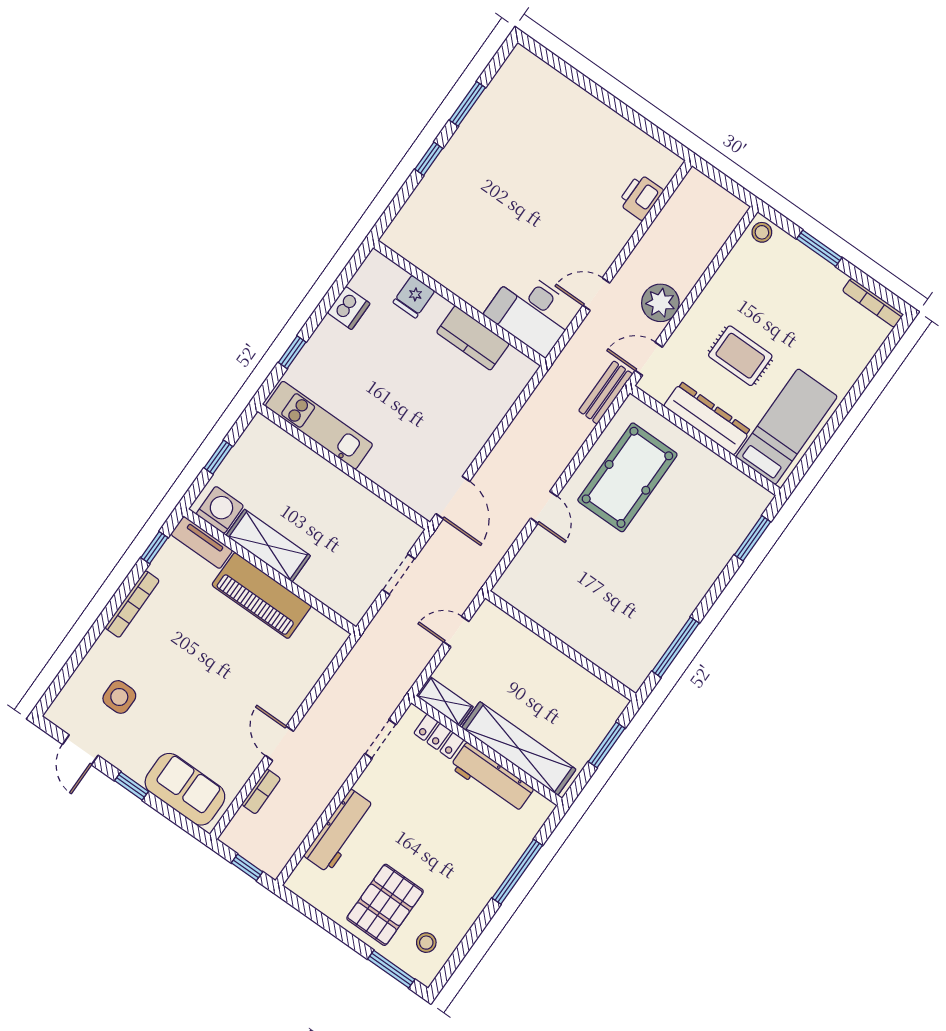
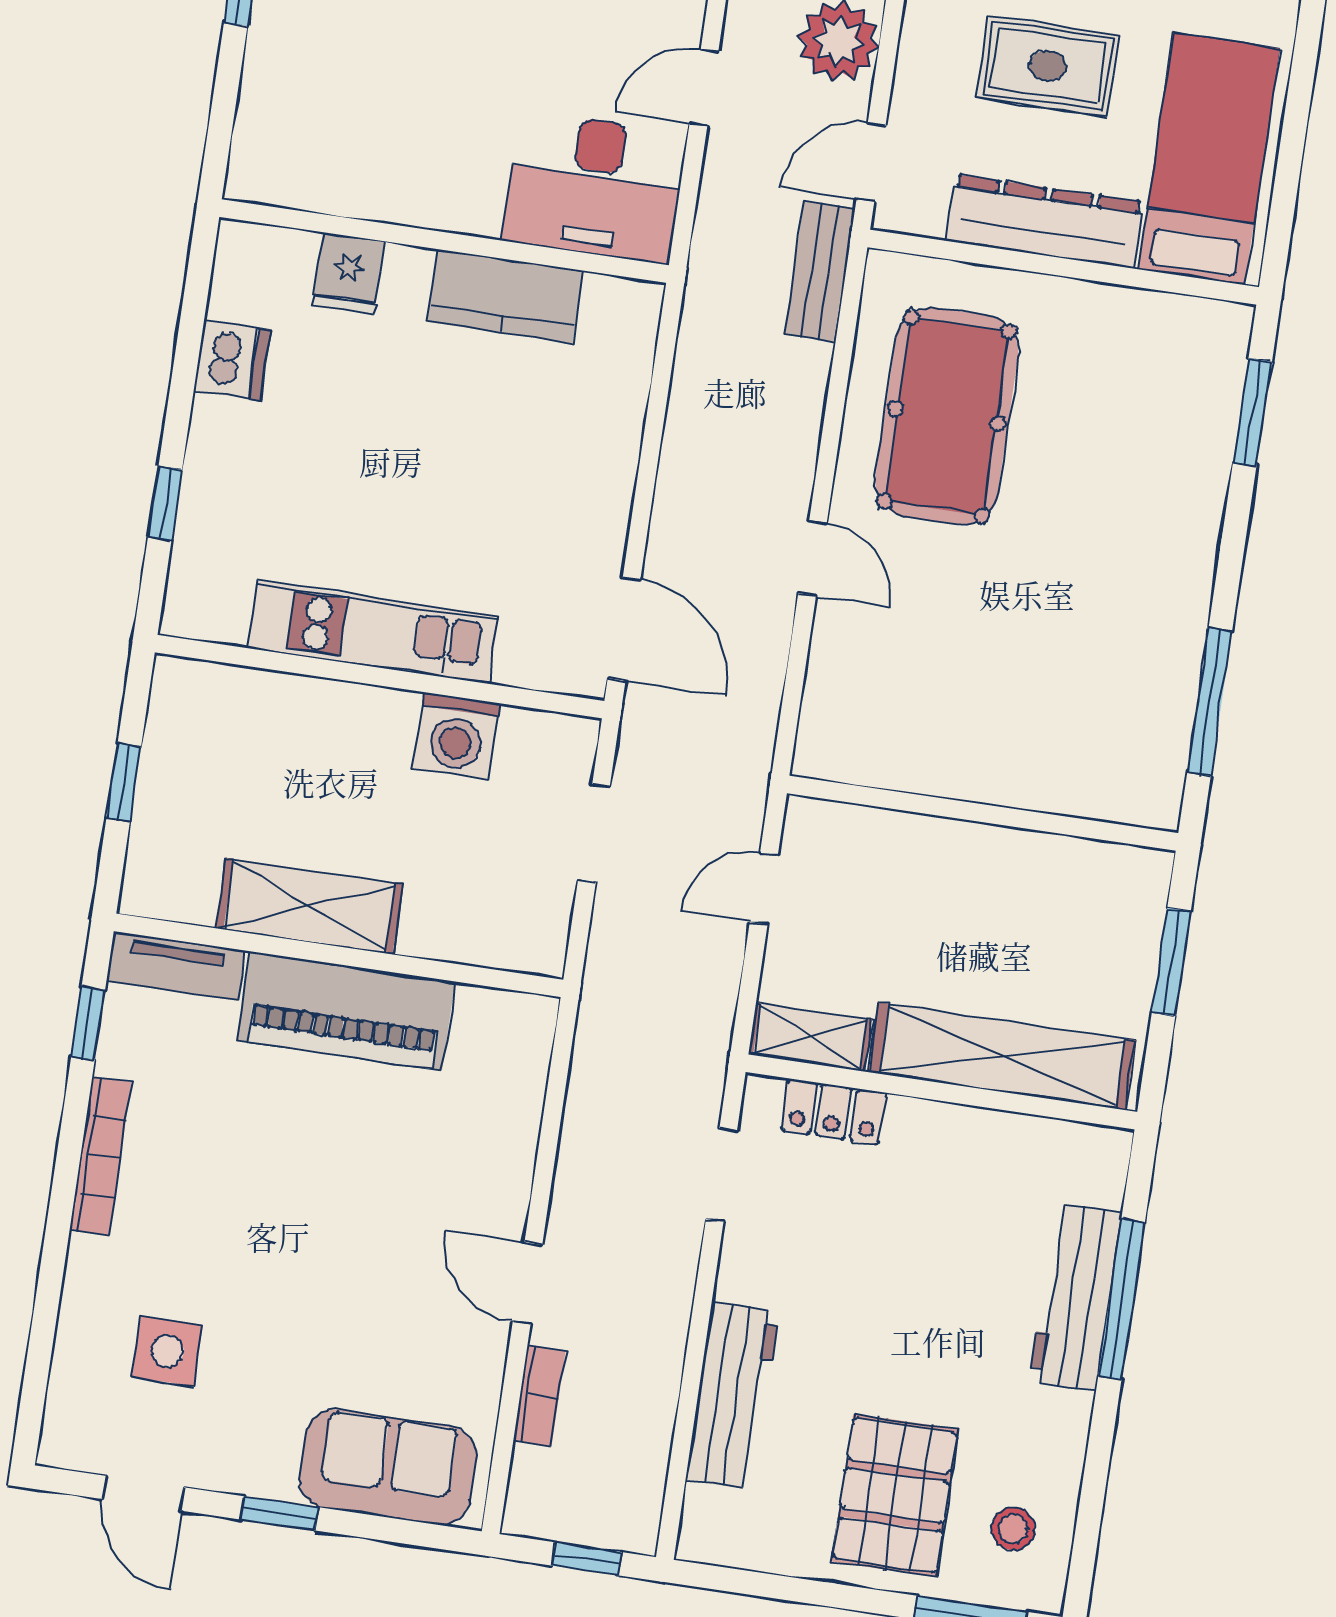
kitchen unit: (319, 425) -> (373, 632), moved
washing machine: (220, 510) -> (457, 736), moved, turned 180
workbench: (492, 778) -> (1076, 1297), moved, turned 90

